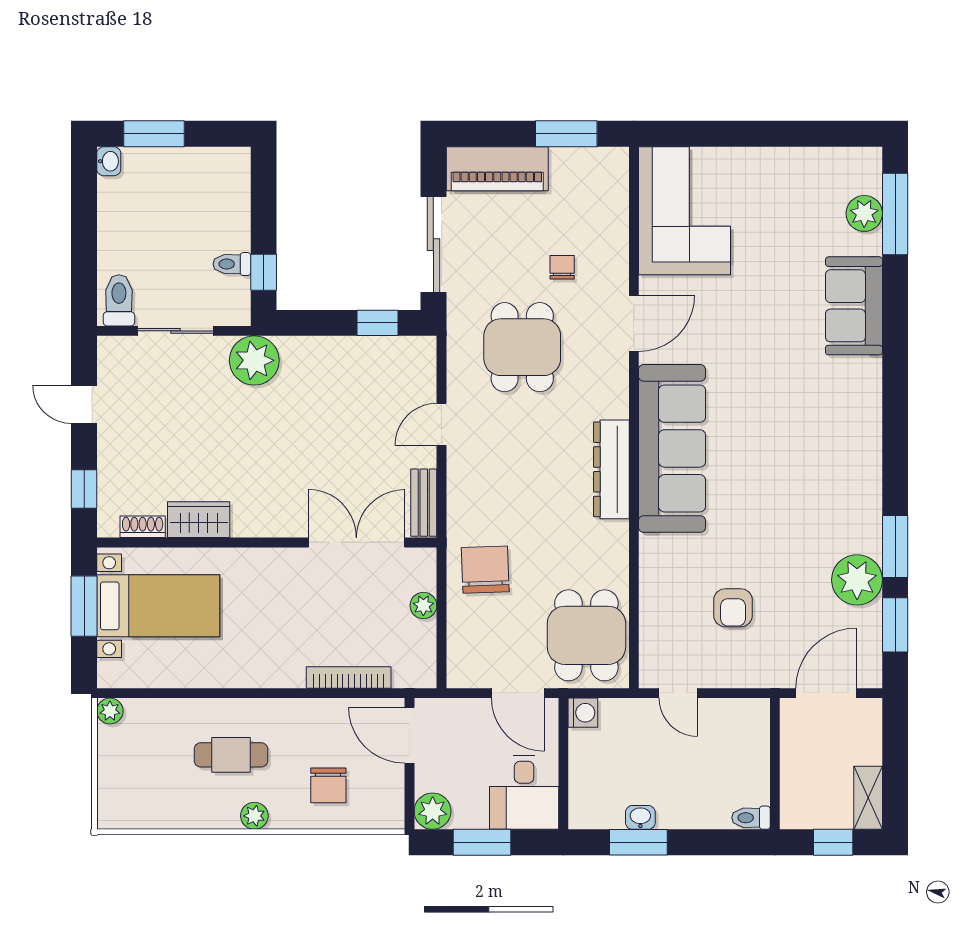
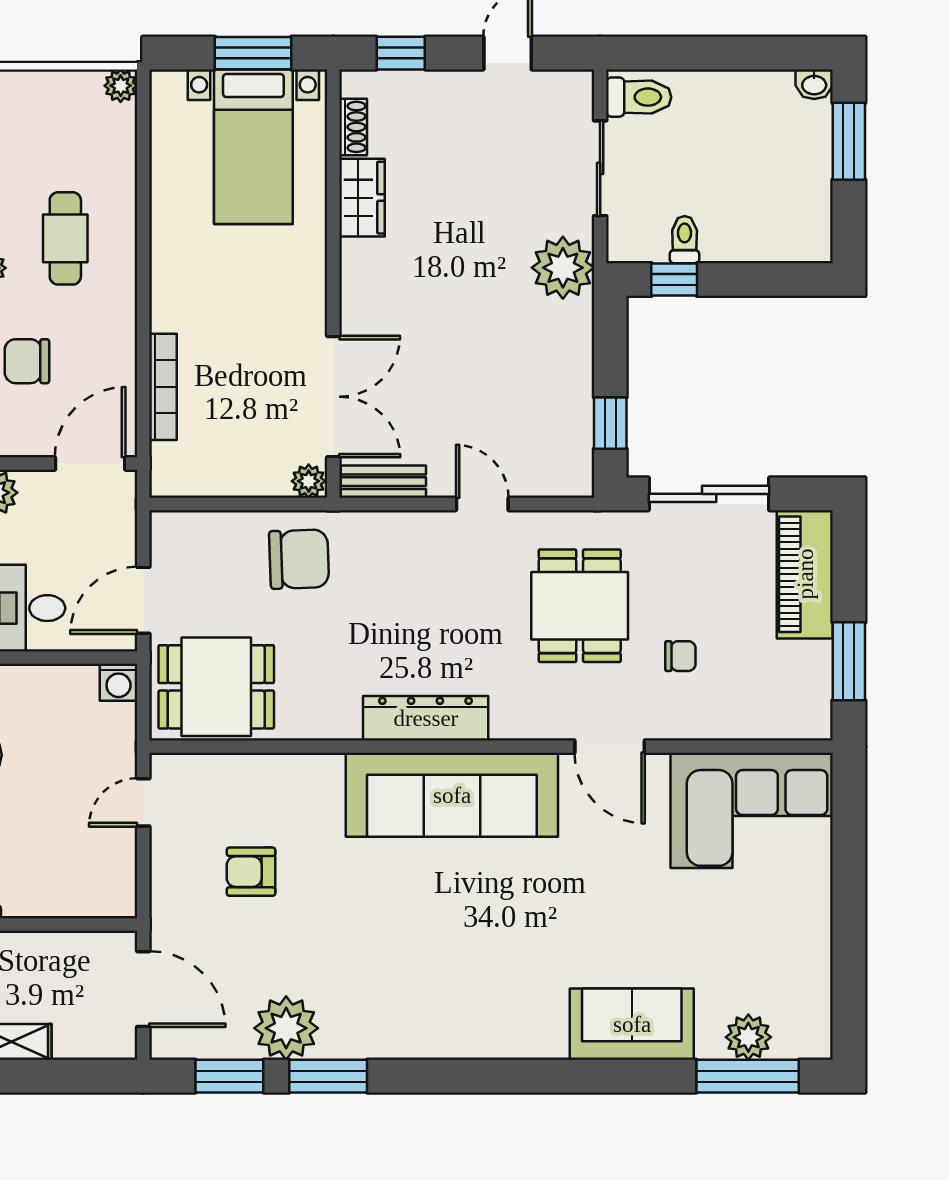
dining table: (522, 347) -> (580, 606), turned 90
plant: (423, 606) -> (309, 481), moved

